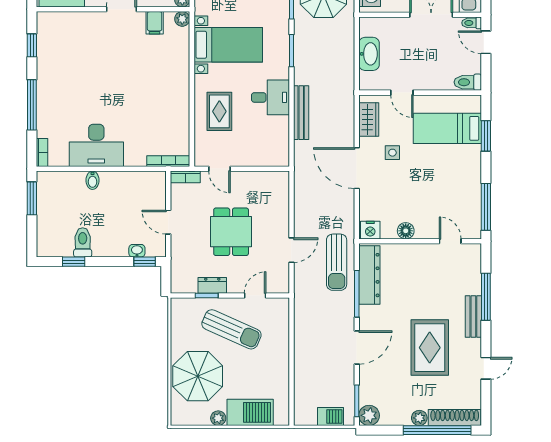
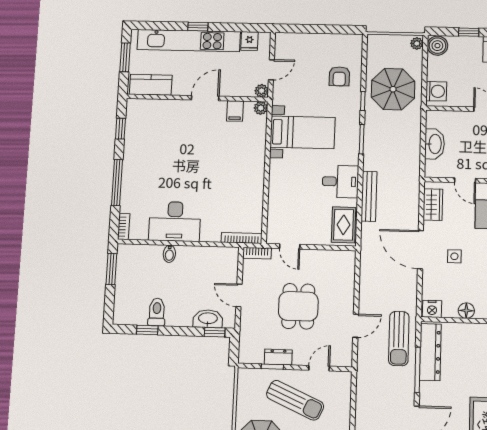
rug: (219, 111) -> (344, 225), moved
side table: (392, 153) -> (454, 256), moved
washbasin: (137, 251) -> (208, 319), width x1.91, depth x1.45

